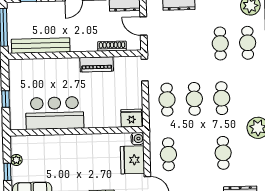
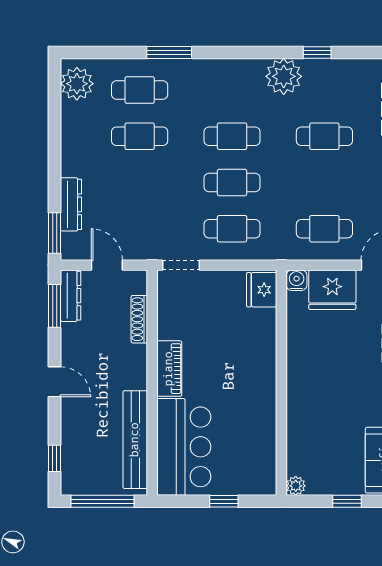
door: (143, 26) -> (107, 265), swing flipped
piano: (97, 64) -> (169, 369), moved
bar counter: (55, 113) -> (184, 447), moved, turned 180
plant: (16, 160) -> (296, 486), moved

